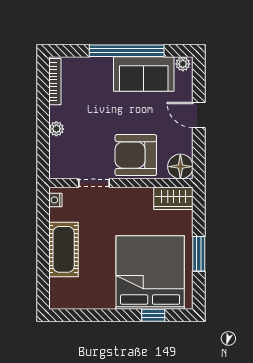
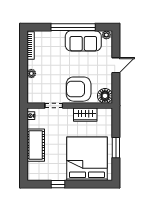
door: (199, 115) -> (116, 65), swing flipped
wardrobe: (173, 198) -> (85, 115), moved
window: (153, 315) -> (58, 184), moved

